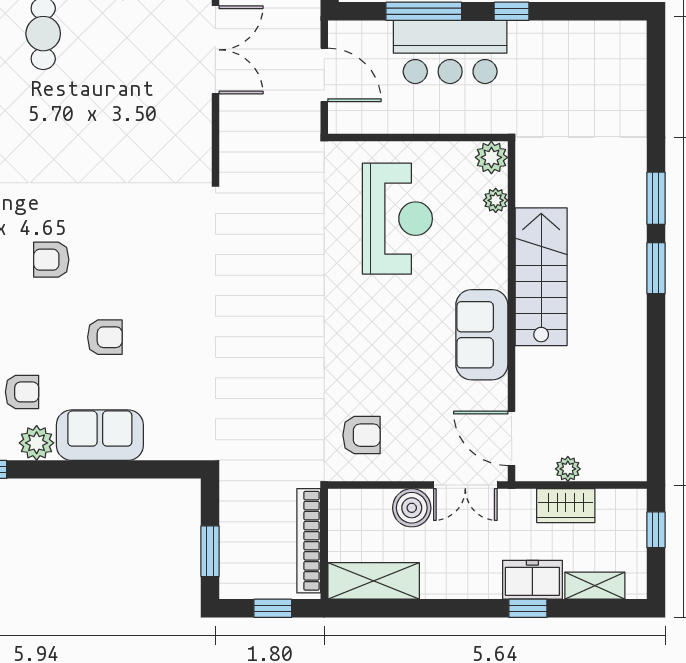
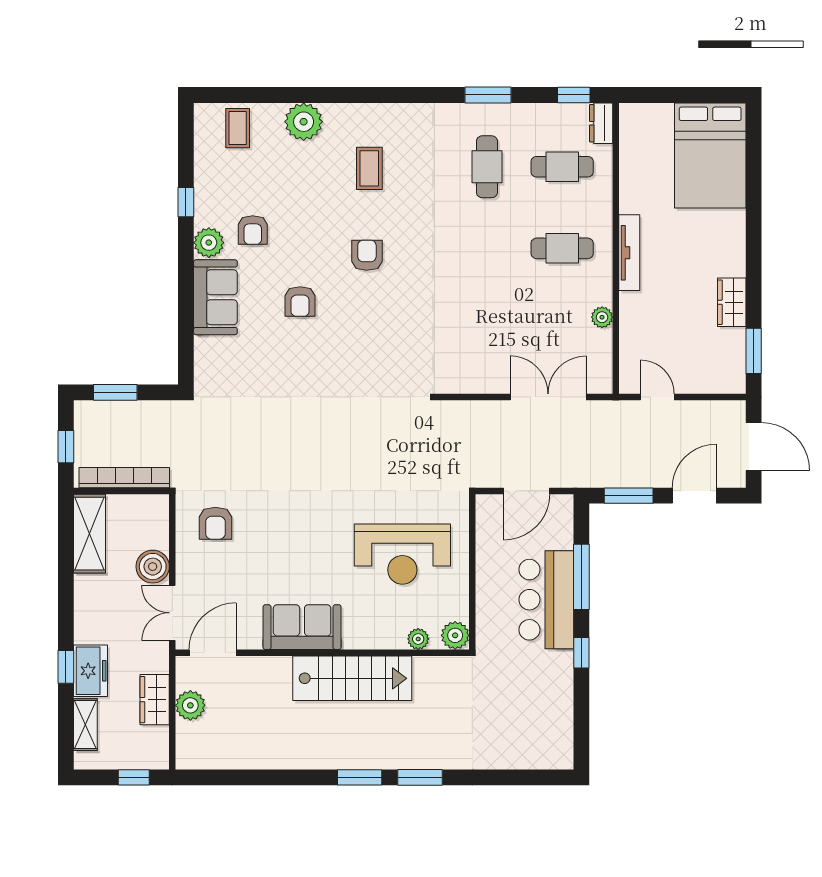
double door: (215, 50) -> (548, 397), swing flipped
plant: (568, 469) -> (190, 705), width x1.38, depth x1.38

